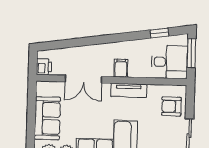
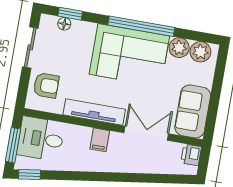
window: (159, 33) -> (29, 174), moved
tv unit: (129, 90) -> (94, 112), width x1.41
sofa: (47, 118) -> (193, 111), moved

